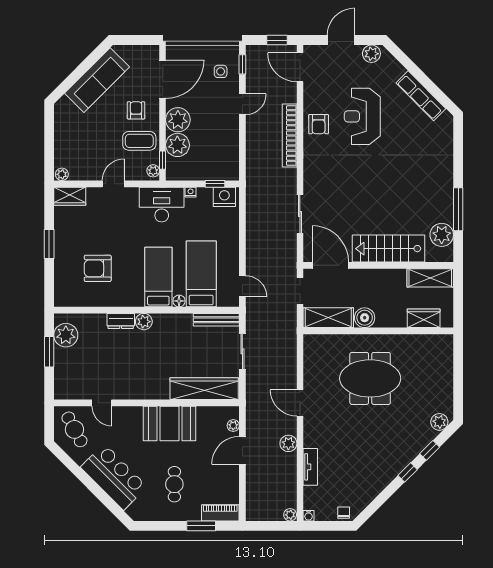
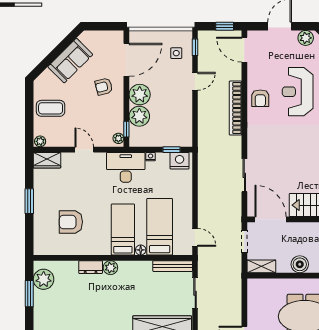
sofa: (97, 80) -> (70, 61), width x0.73
armchair: (136, 110) -> (104, 87), turned -104
coffee table: (139, 141) -> (51, 108), moved
door: (113, 184) -> (84, 150), hinge flipped
shelving: (328, 318) -> (261, 266), width x0.67, depth x0.75

